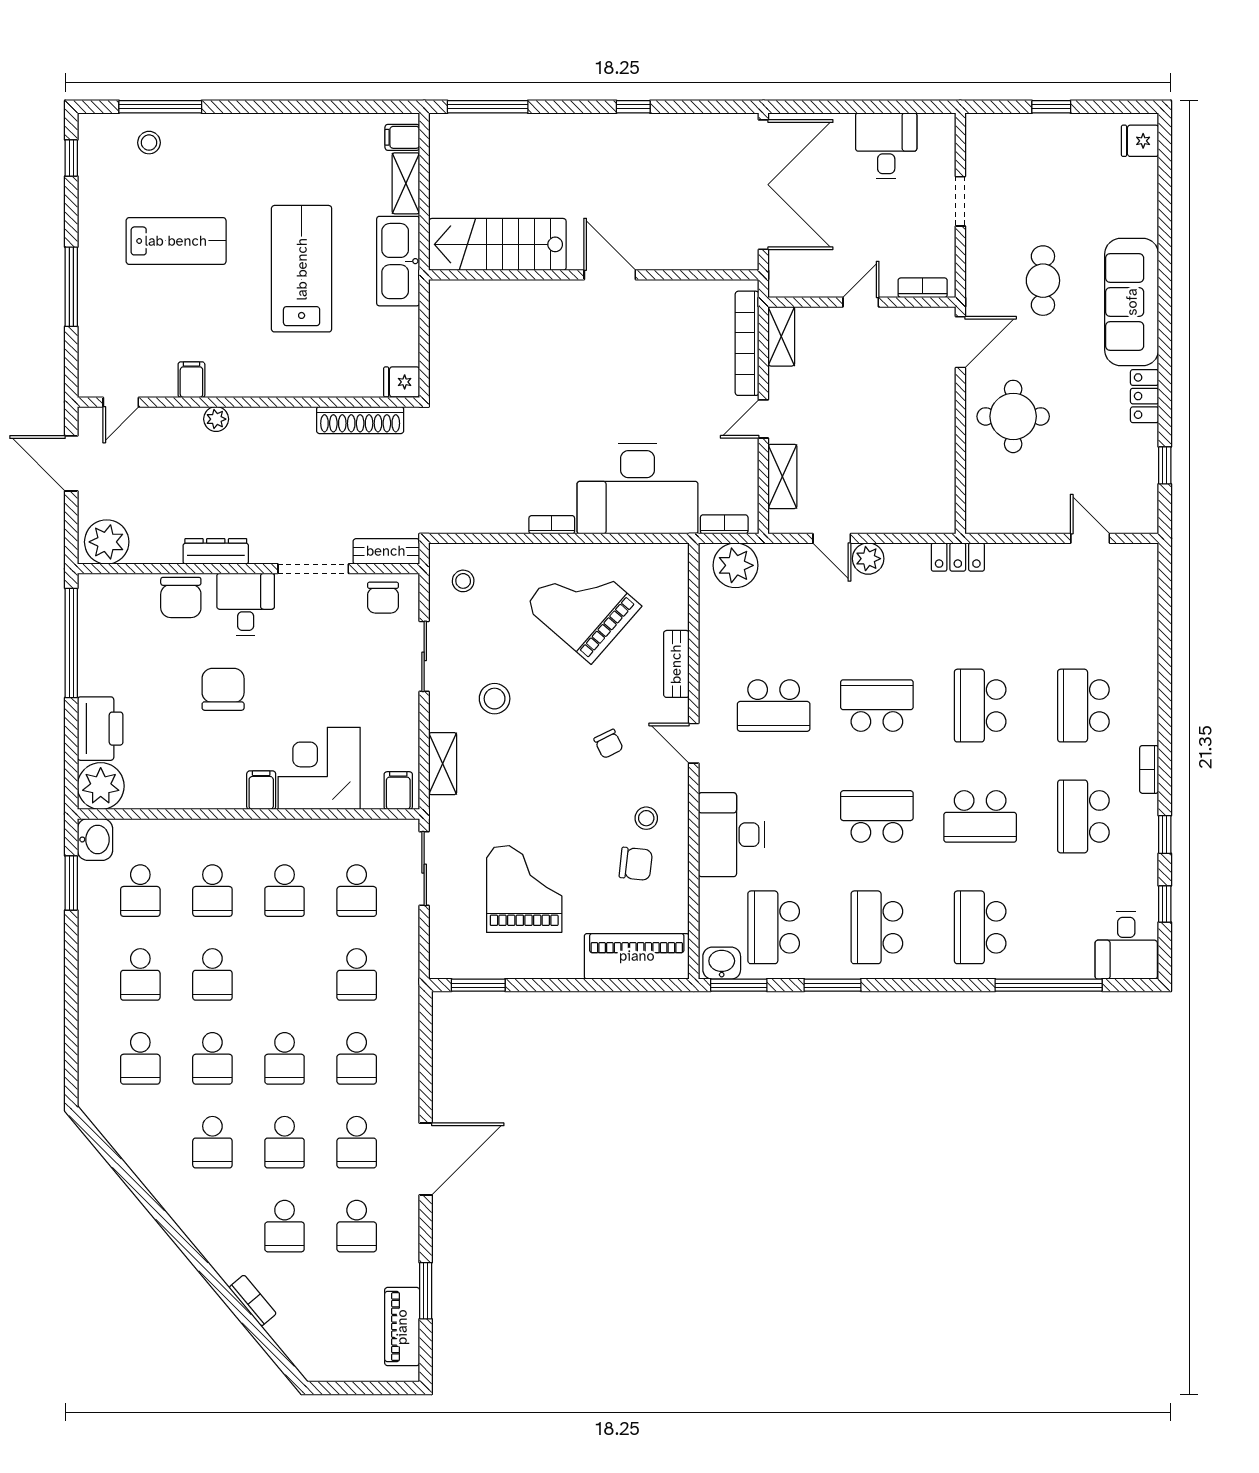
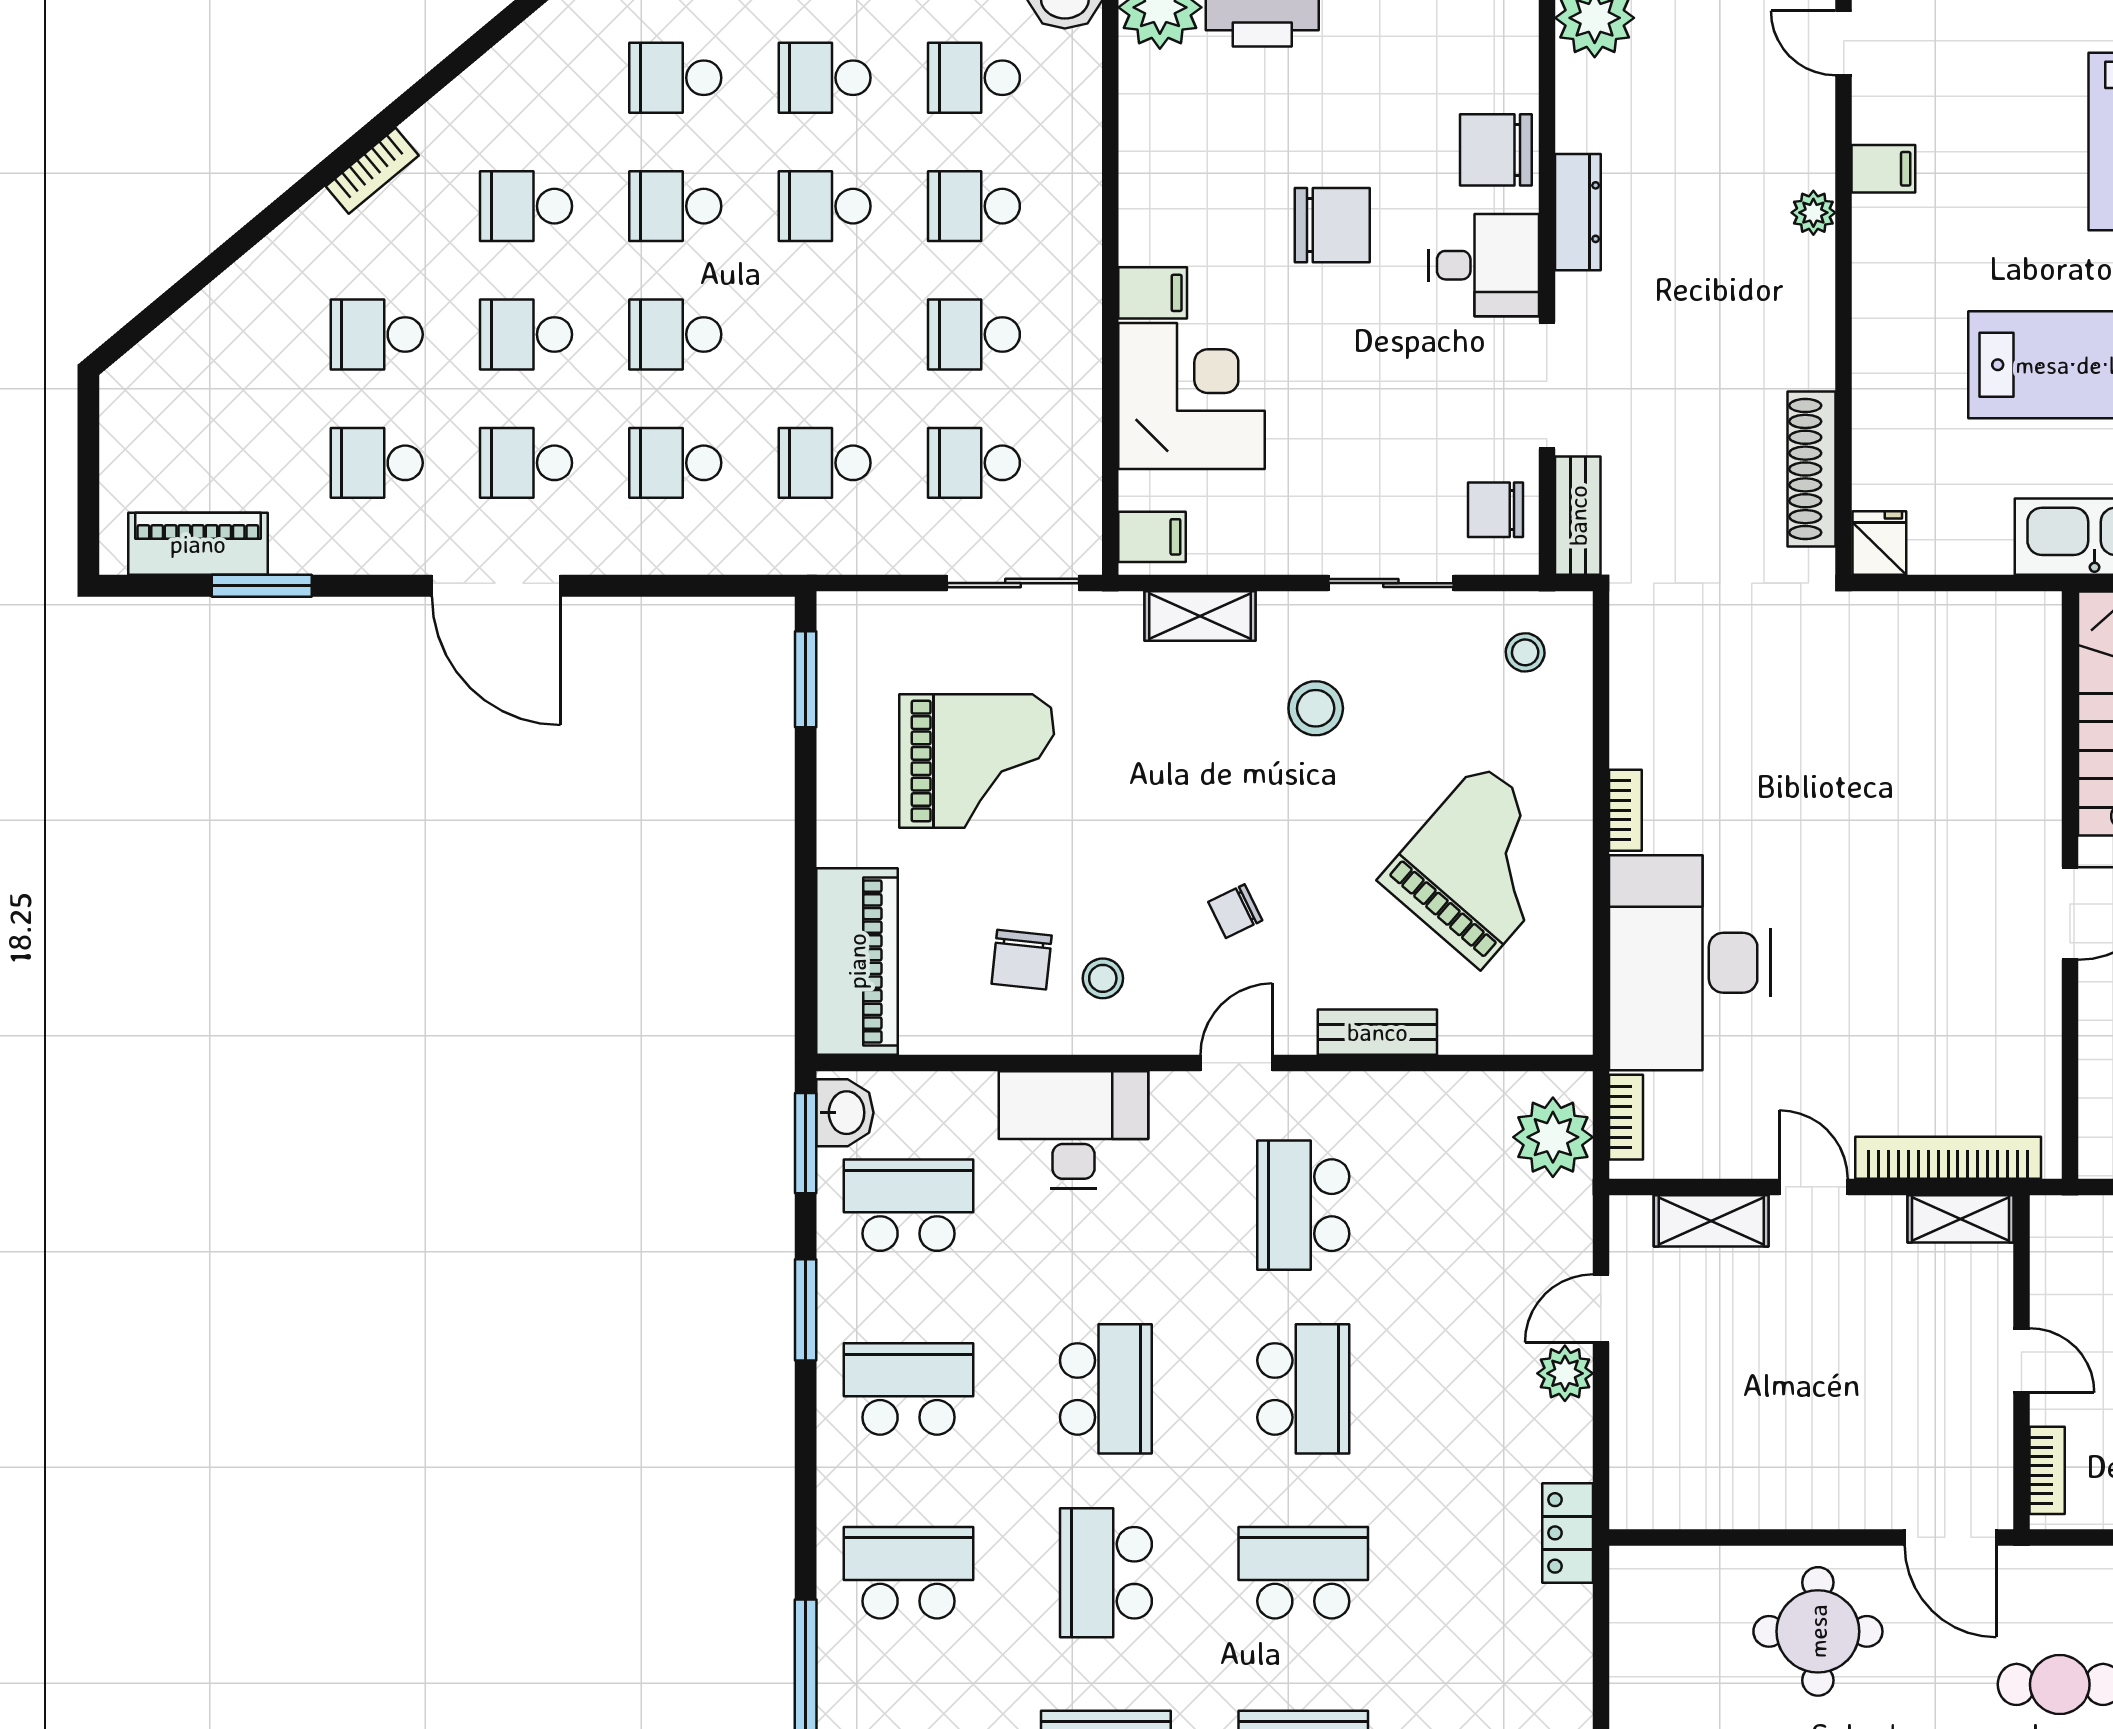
bookcase: (253, 1301) -> (372, 171), moved

